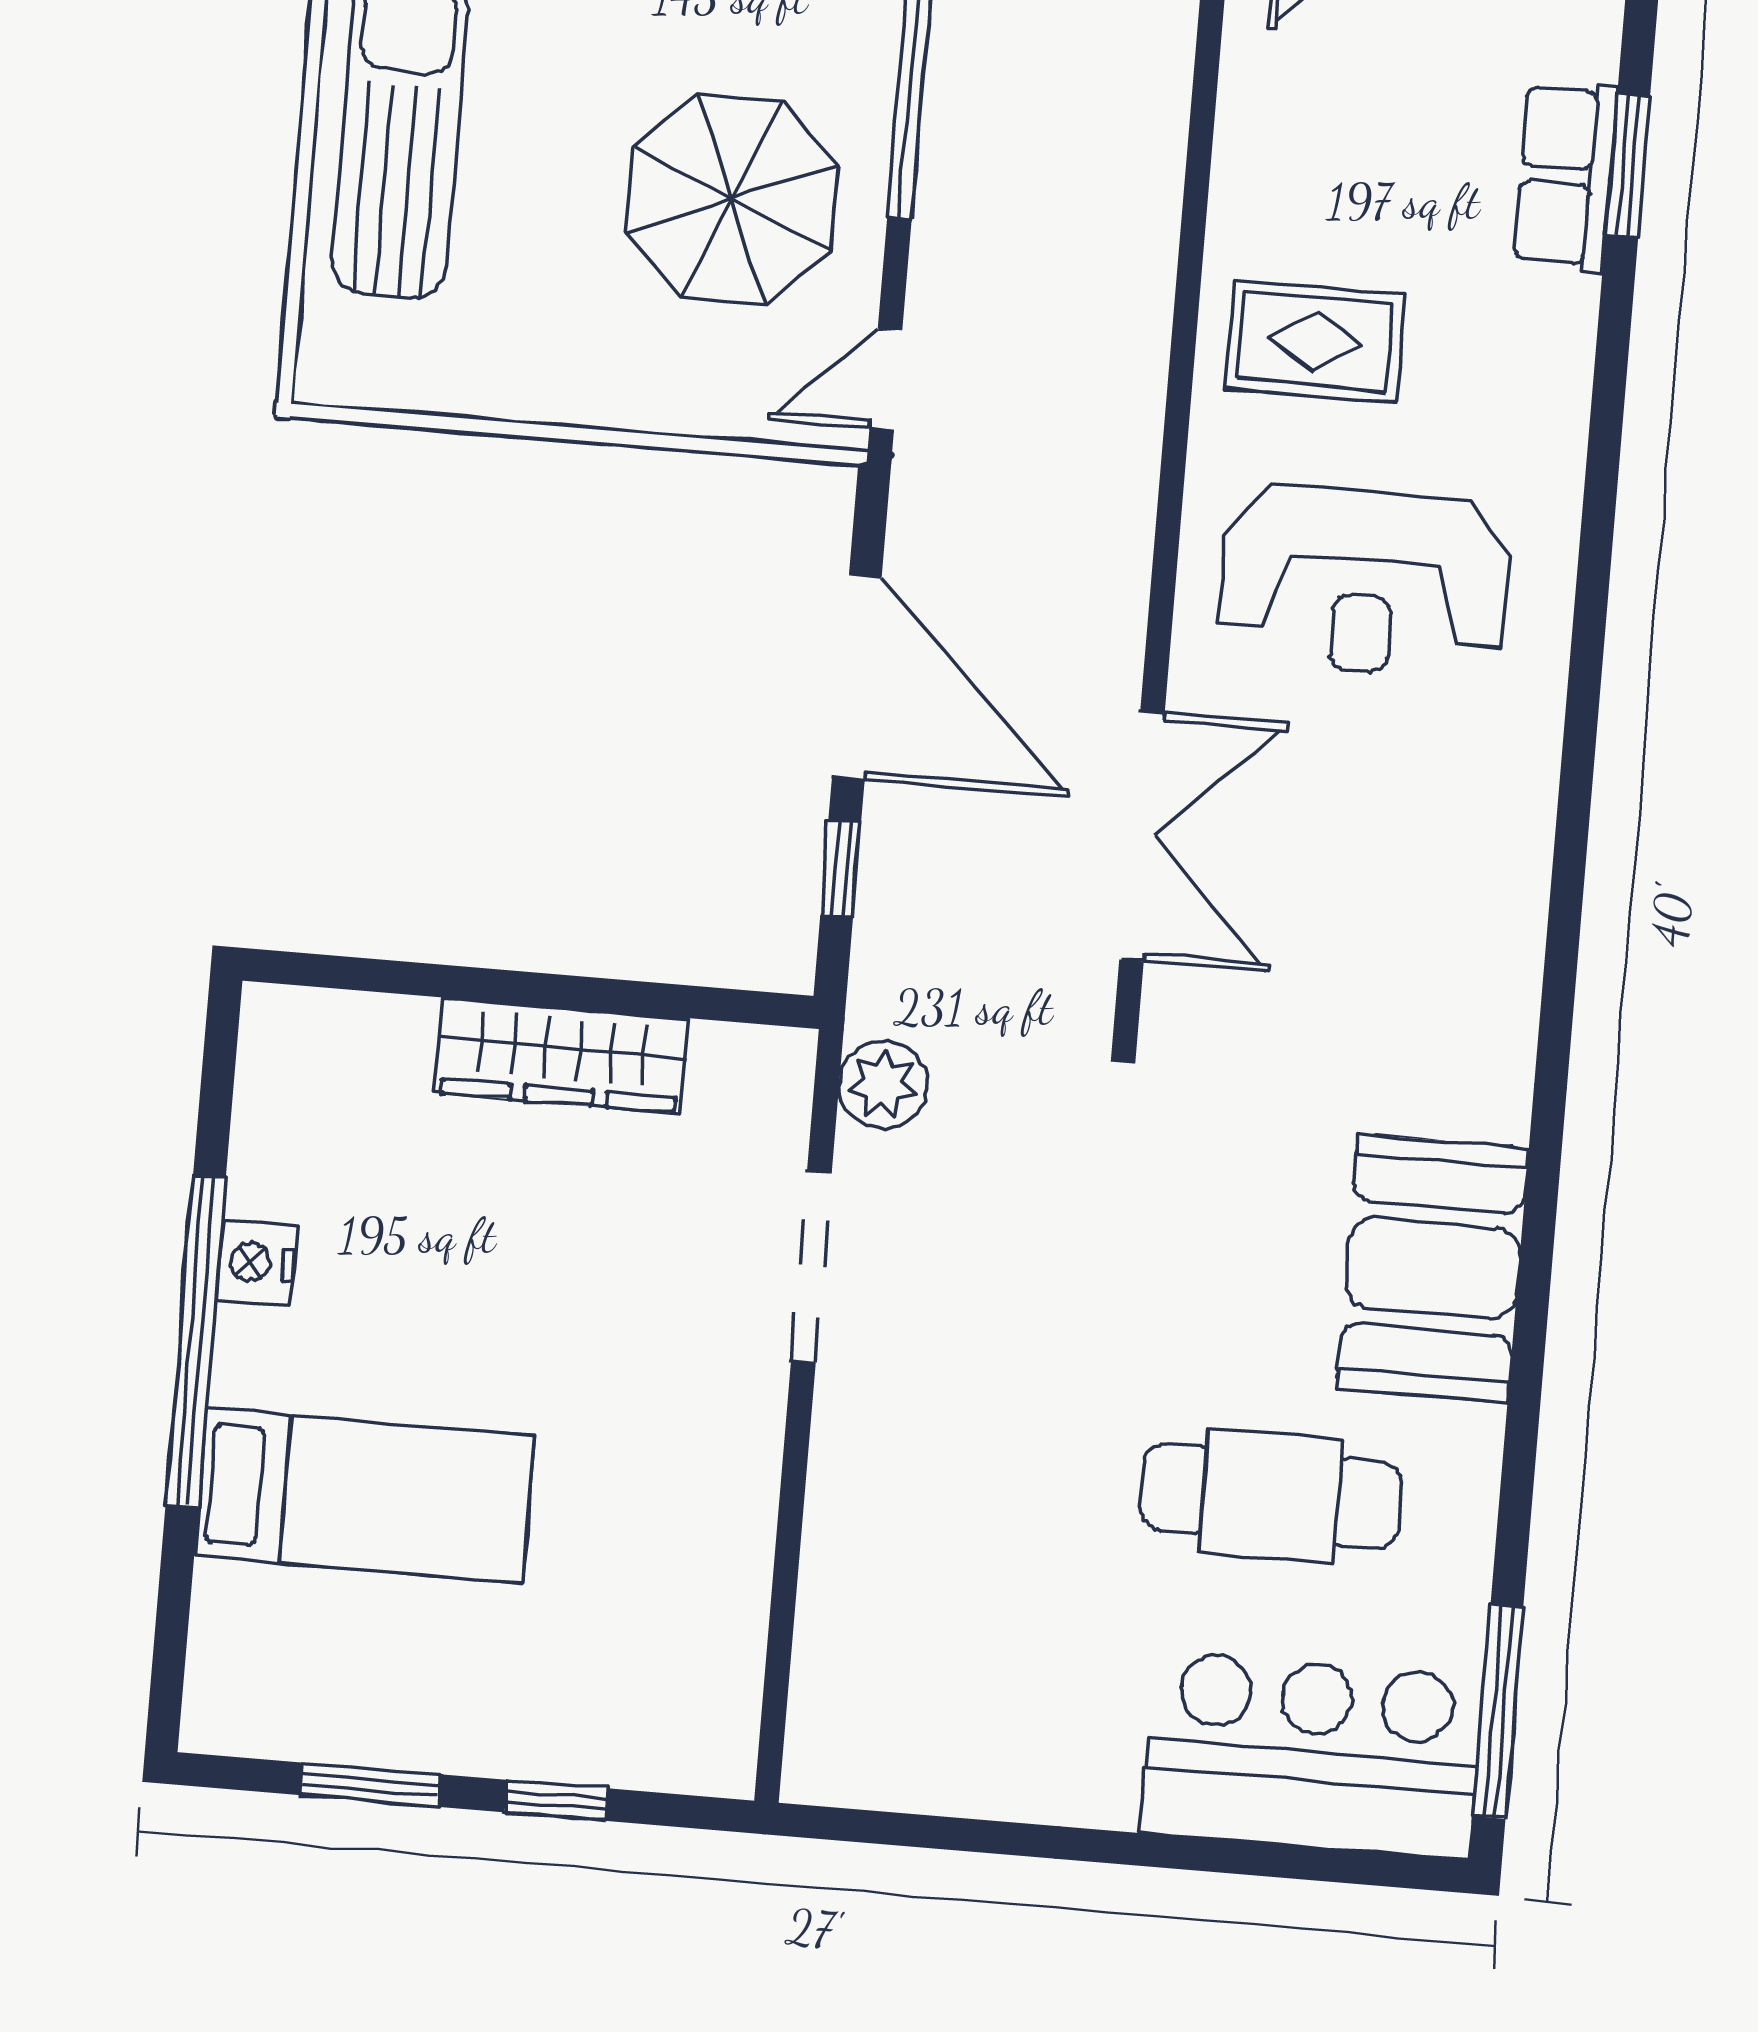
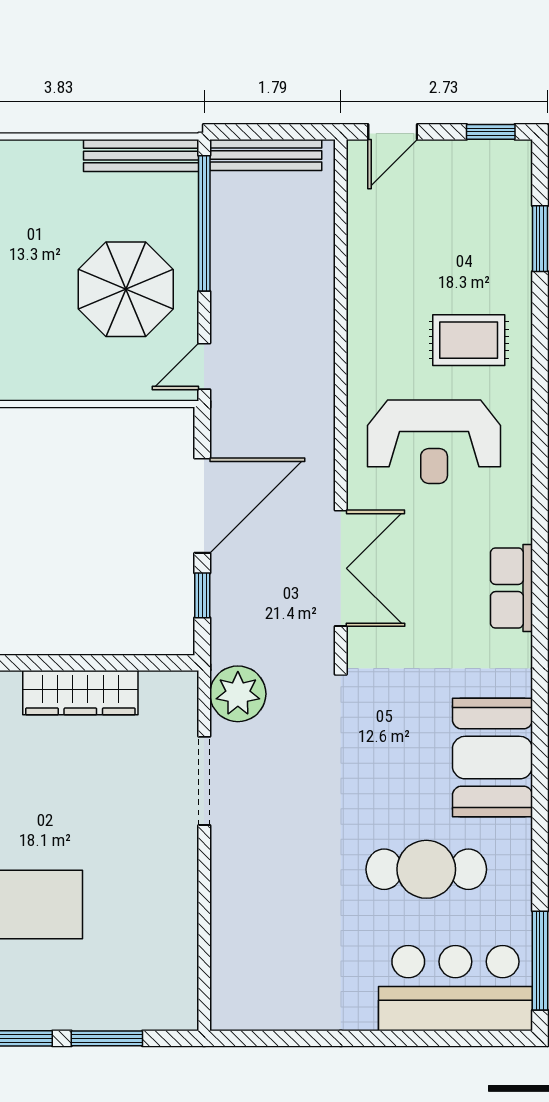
row of seats: (1566, 176) -> (511, 588), moved
rug: (1315, 341) -> (469, 340), moved
door: (857, 677) -> (202, 506), hinge flipped
plant: (883, 1085) -> (238, 694), width x1.36, depth x1.36
window: (557, 1800) -> (107, 1038), width x1.50

